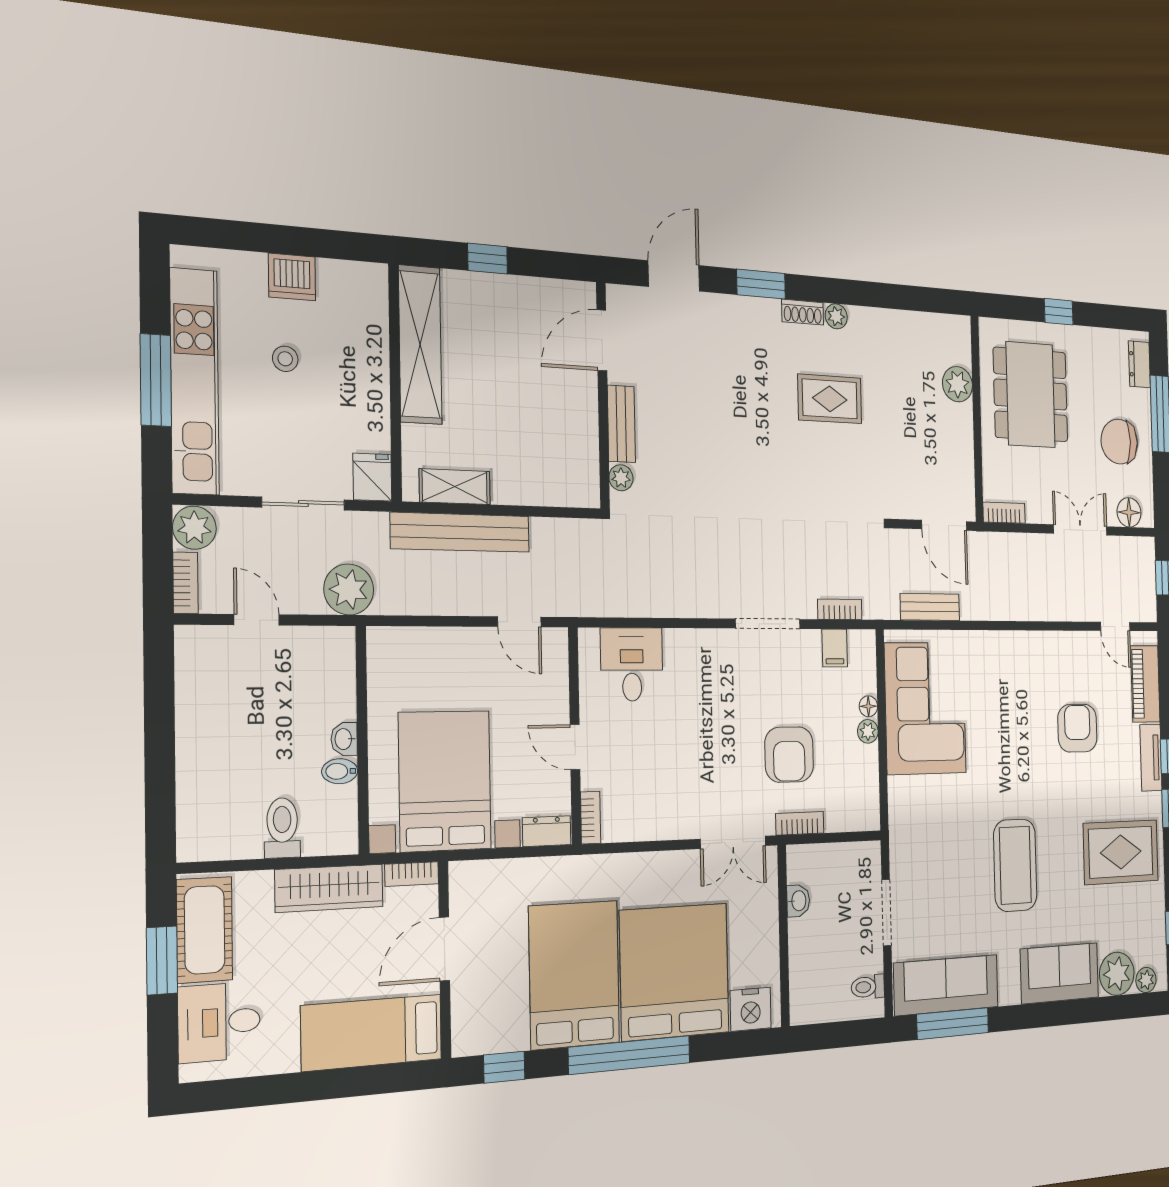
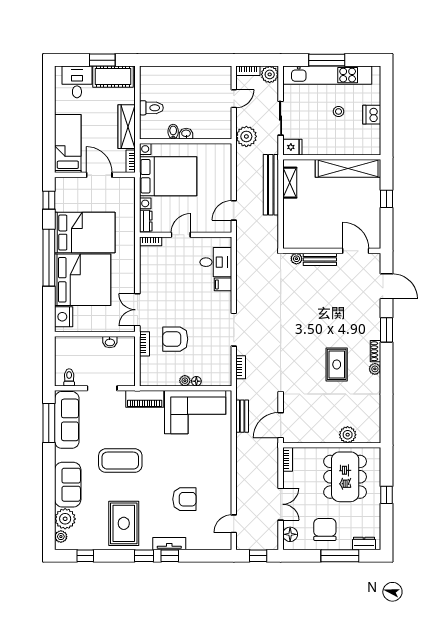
dining table: (1031, 395) -> (345, 477), turned 90
filing cabinet: (835, 648) -> (223, 284), moved
piano: (1145, 684) -> (145, 399), moved, turned 180

